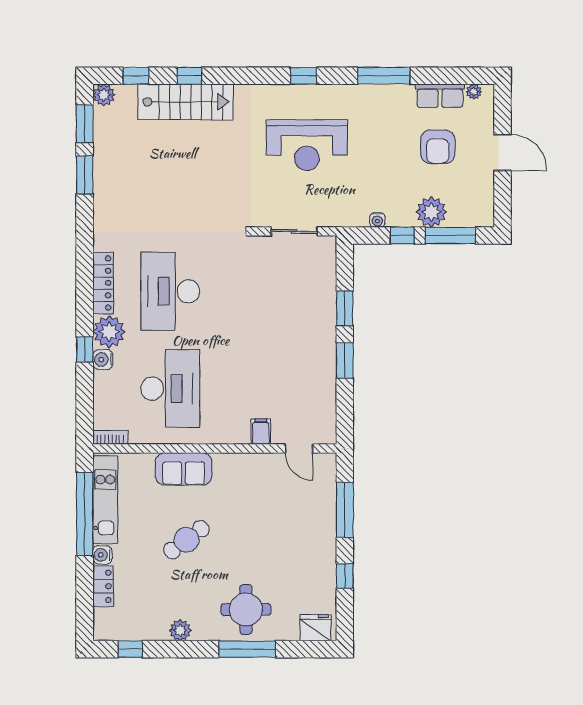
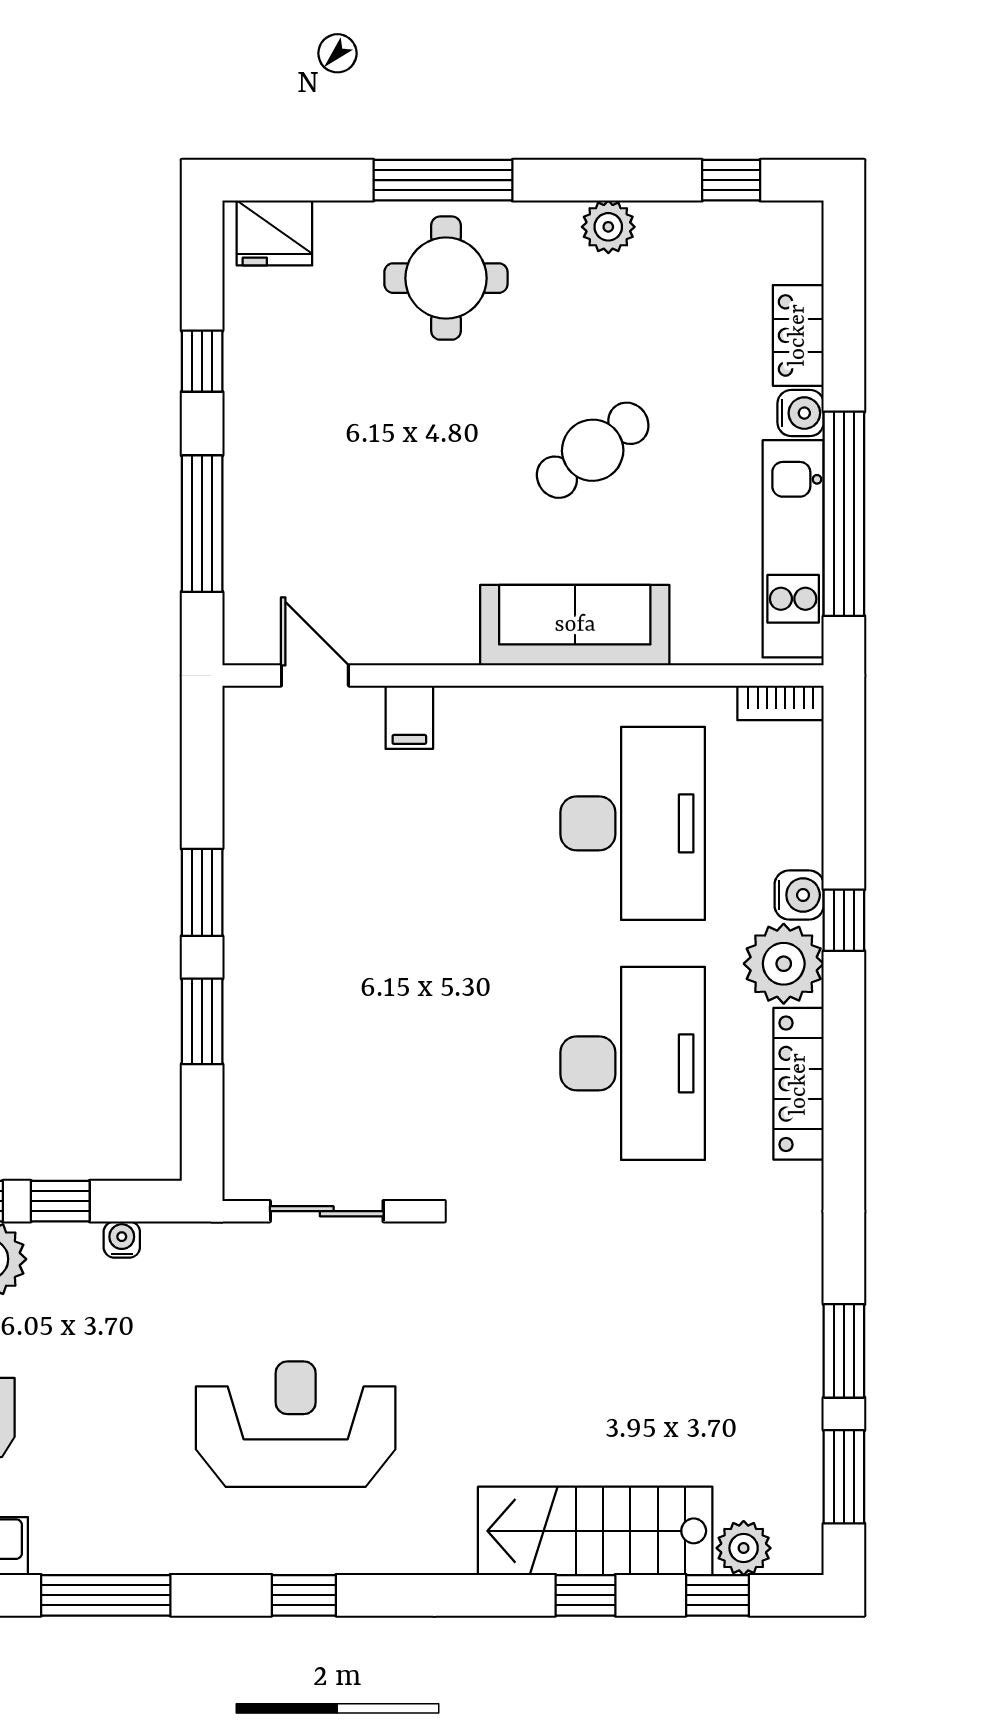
plant: (104, 95) -> (744, 1548), moved
desk: (170, 389) -> (633, 823), turned 180
sofa: (184, 469) -> (575, 625), width x1.36

